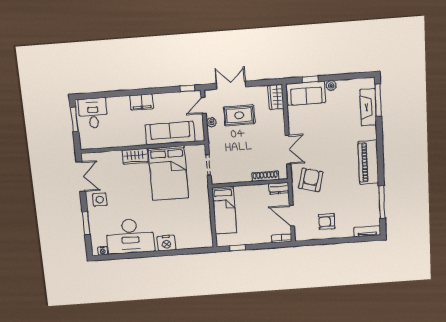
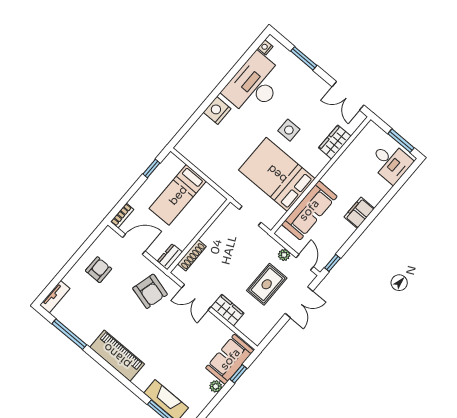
wardrobe: (276, 97) -> (227, 310), moved
wardrobe: (135, 156) -> (335, 142), moved
side table: (100, 200) -> (289, 130), moved
bed: (224, 210) -> (178, 195), moved, turned -90

